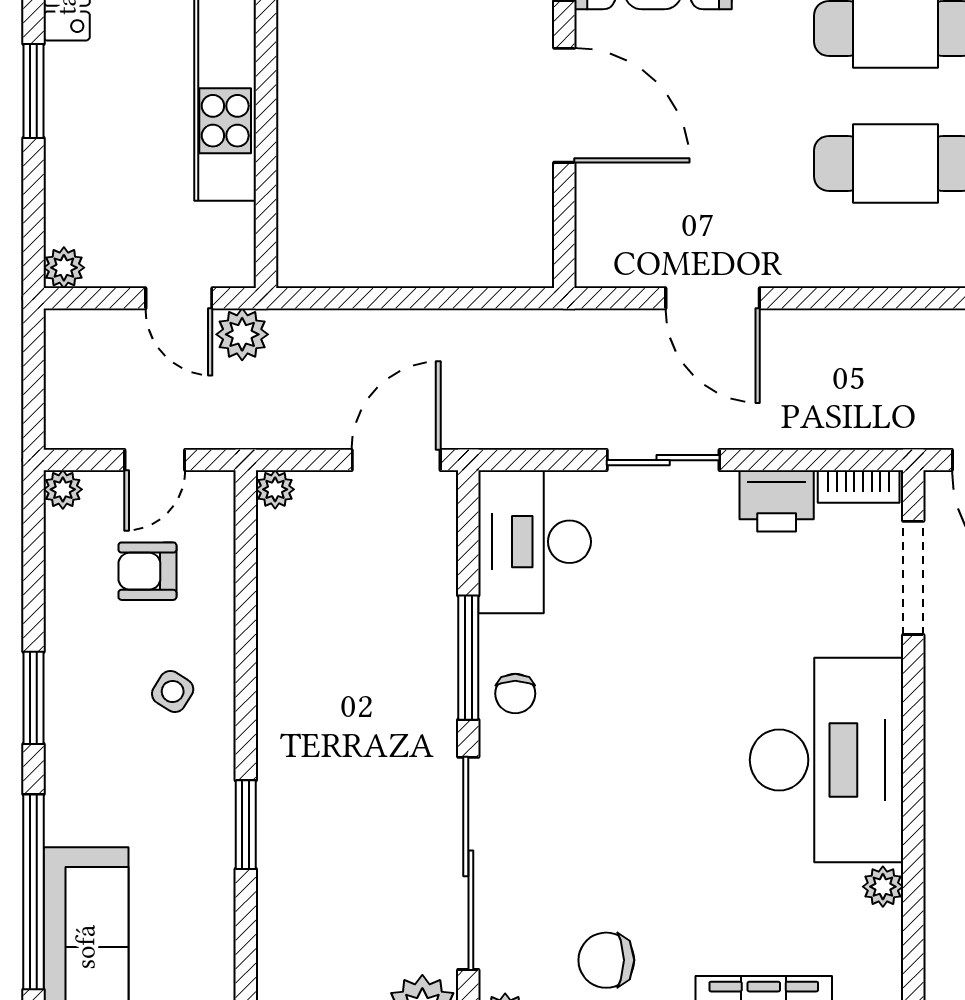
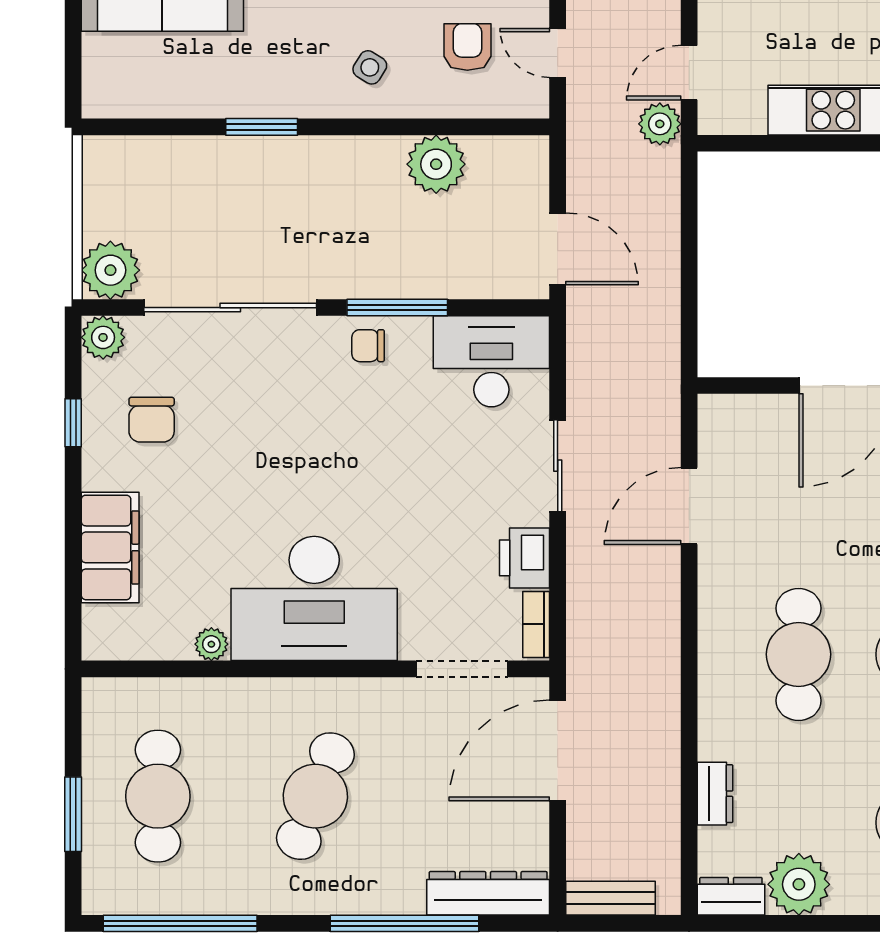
plant: (275, 489) -> (436, 164), moved, width x1.88, depth x1.88
chair: (606, 960) -> (152, 420), turned 180

